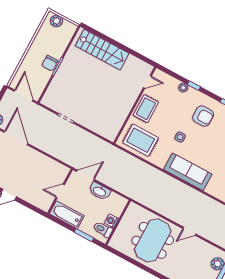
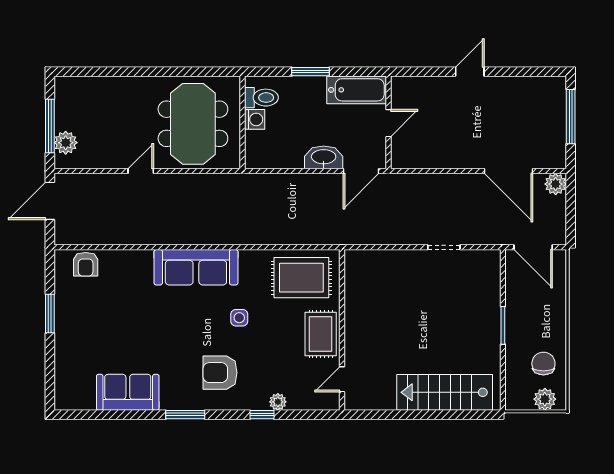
chair: (50, 63) -> (543, 364), moved
washing machine: (112, 221) -> (255, 119), moved
wall: (118, 222) -> (242, 122), moved
toilet: (103, 229) -> (261, 98), moved

